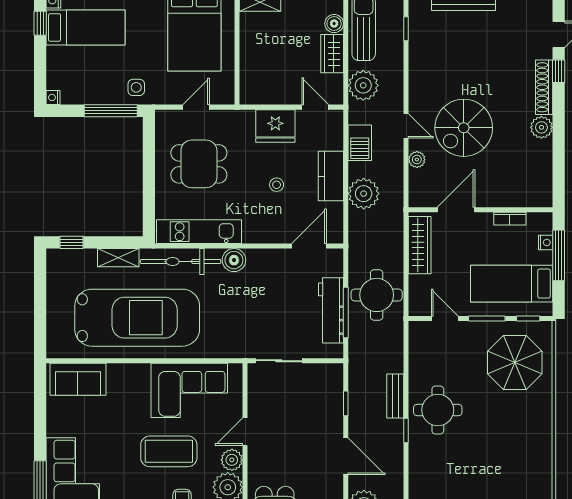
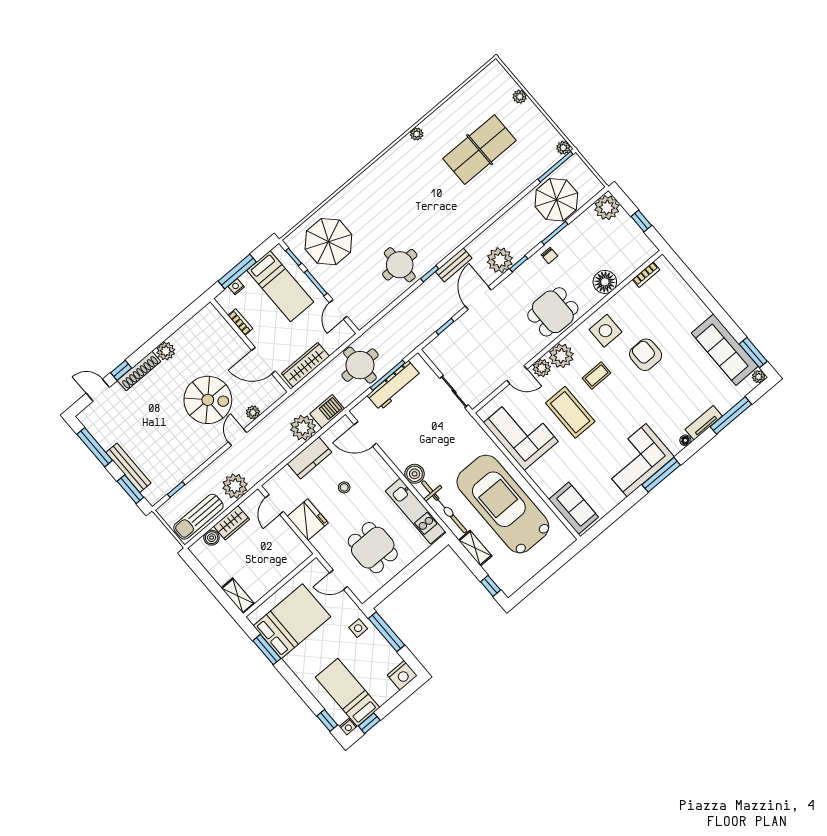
nightstand: (53, 98) -> (402, 675), width x1.89, depth x1.79
barbecue: (360, 143) -> (327, 411), moved
bench: (395, 396) -> (454, 265), moved

